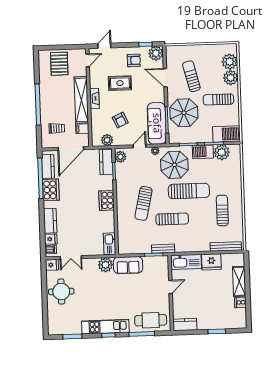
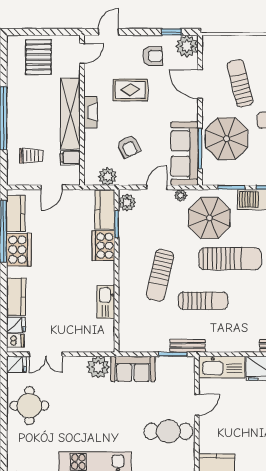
door: (71, 149) -> (52, 187), width x0.53
cooker: (106, 200) -> (103, 246), moved
kitchen sink: (110, 244) -> (106, 302), moved
cafe table: (151, 320) -> (168, 431), moved

